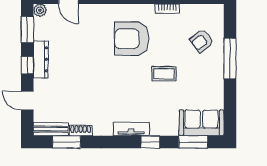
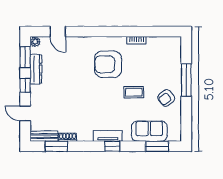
armchair: (202, 41) -> (166, 98), moved
dresser: (41, 59) -> (36, 69), moved
sofa: (201, 123) -> (149, 131), moved
window: (150, 142) -> (112, 146), moved

